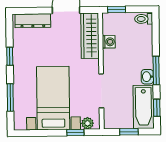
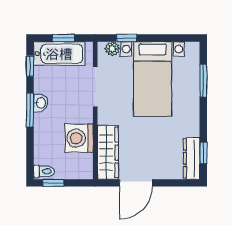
window: (117, 10) -> (53, 183), moved
dresser: (33, 21) -> (192, 158), moved, turned -90
washing machine: (109, 42) -> (79, 138), width x1.89, depth x1.89
window: (10, 56) -> (203, 153), moved
bathtub: (144, 107) -> (59, 54), moved, turned 90

